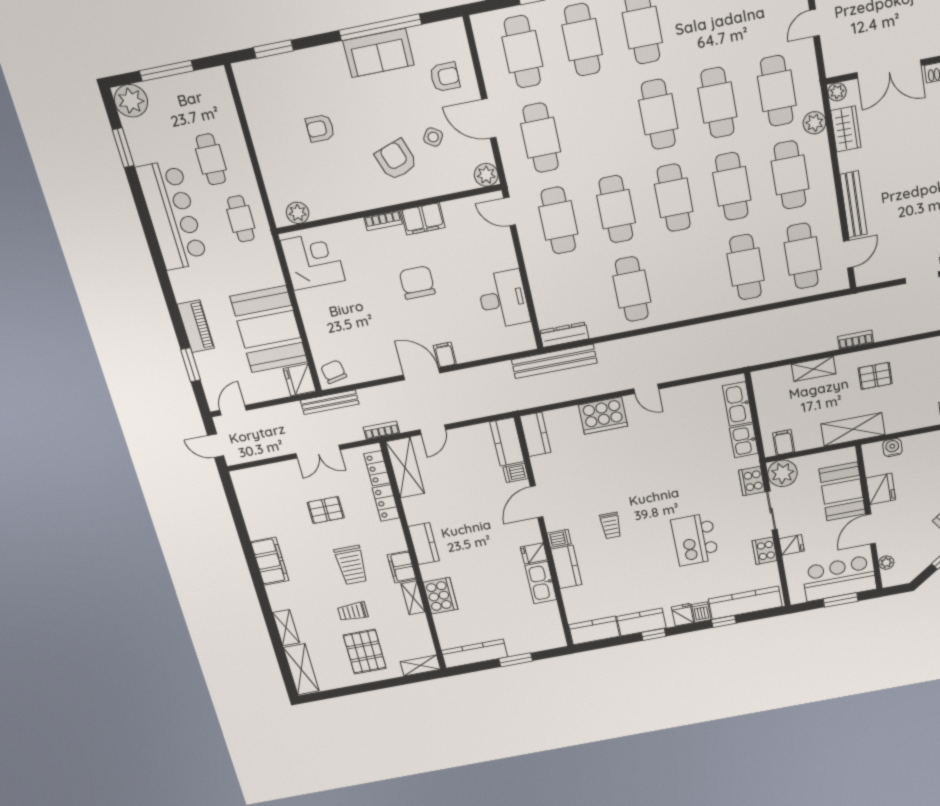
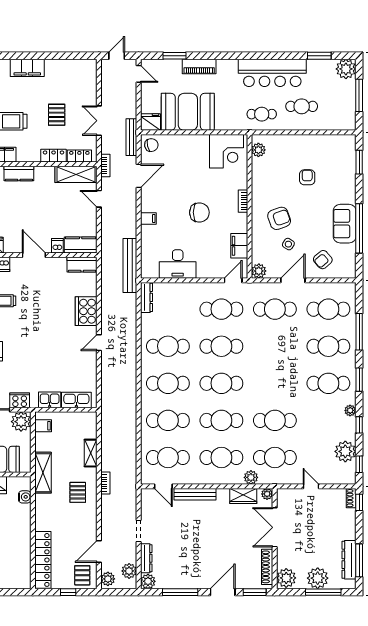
armchair: (445, 77) -> (323, 260), turned 49
cafe table: (658, 114) -> (168, 383), moved
filing cabinet: (423, 219) -> (239, 246), moved
bench: (554, 361) -> (130, 265), moved
door: (422, 374) -> (139, 176), moved

